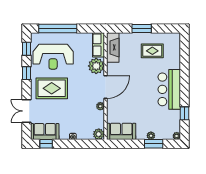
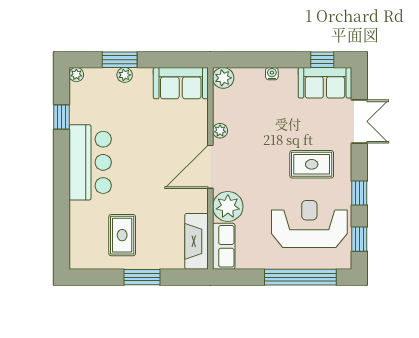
rug: (152, 51) -> (122, 235), turned 90
rug: (52, 88) -> (312, 164), width x0.73, depth x0.70

